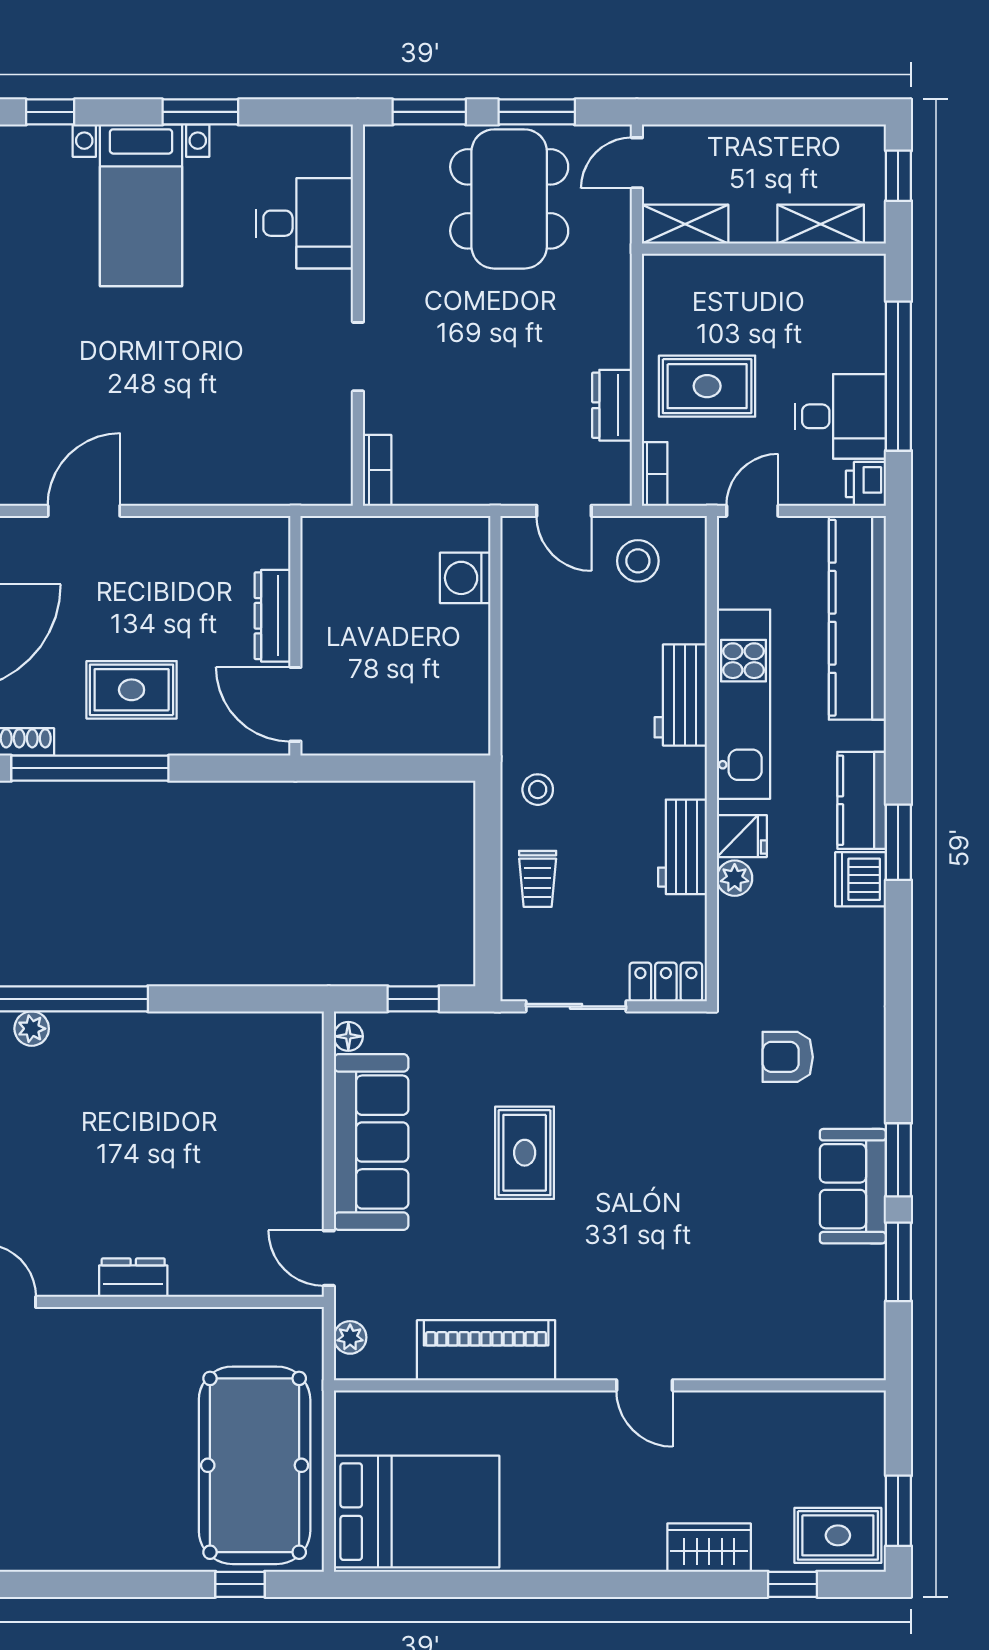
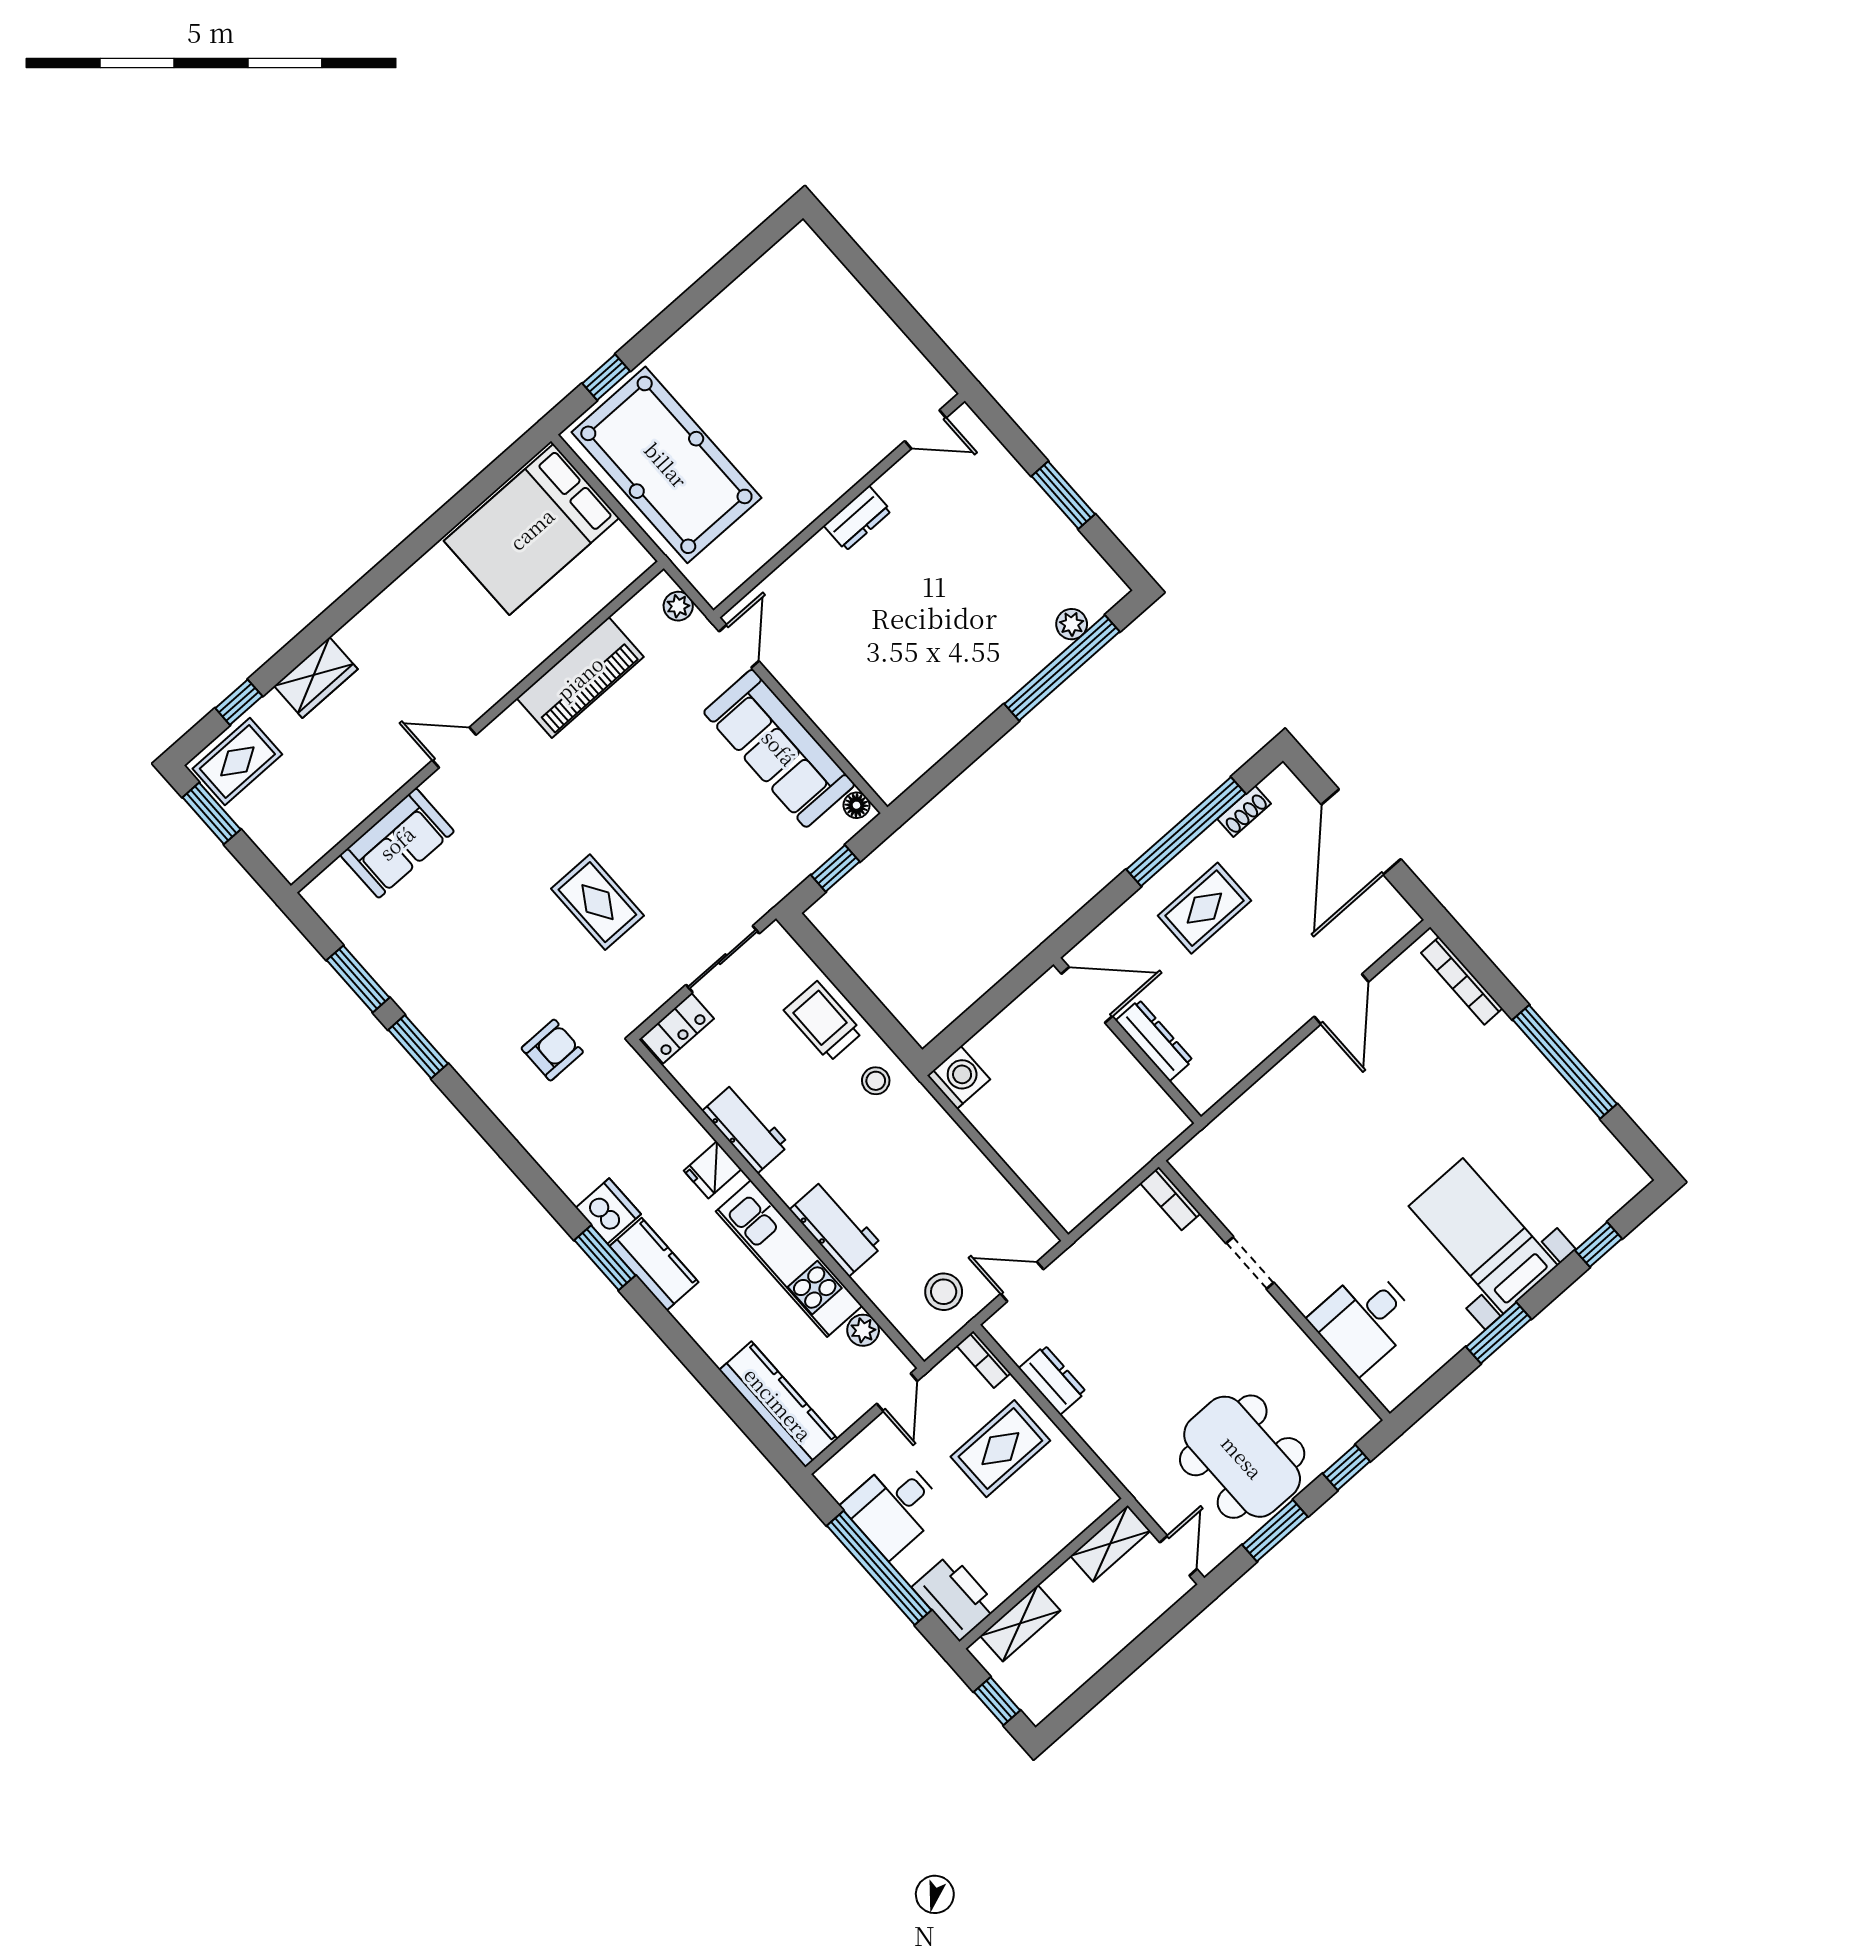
window: (429, 112) -> (1346, 1468), width x0.67
printer: (866, 484) -> (955, 1597), moved, width x1.87, depth x1.48
washing machine: (465, 578) -> (959, 1077), moved
kitchen counter: (857, 618) -> (778, 1404), width x0.72, depth x0.86
plant: (735, 878) -> (863, 1330), moved
trolley: (538, 879) -> (823, 1021), width x1.36, depth x1.39
rug: (525, 1153) -> (597, 902), moved
sofa: (853, 1186) -> (397, 843), moved, turned 90
door: (329, 1258) -> (739, 646), hinge flipped

